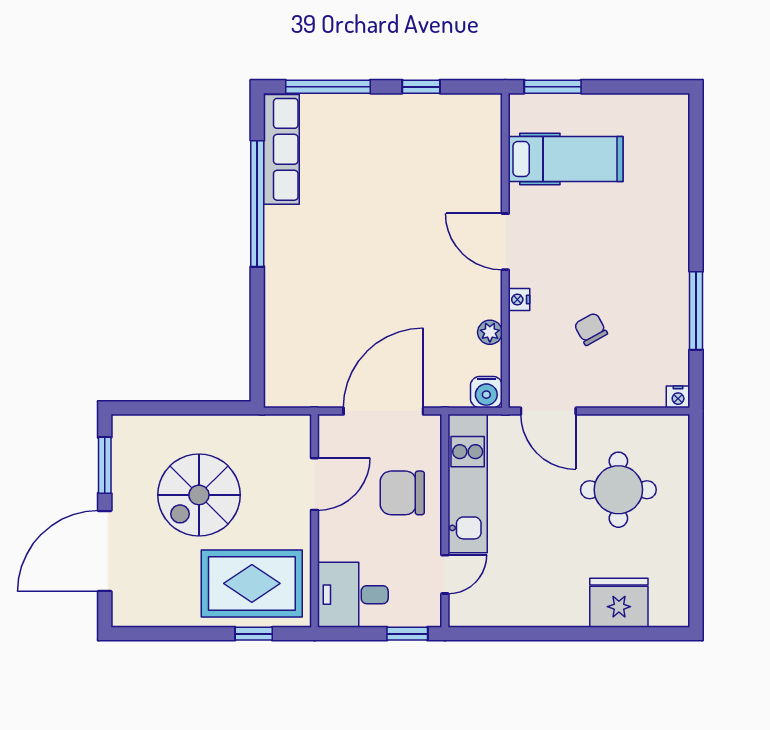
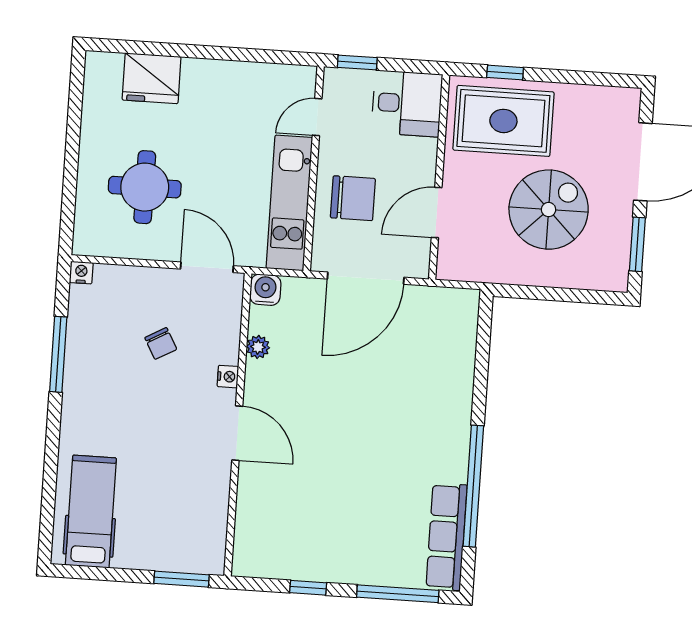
hospital bed: (566, 159) -> (91, 511), moved, turned 90

